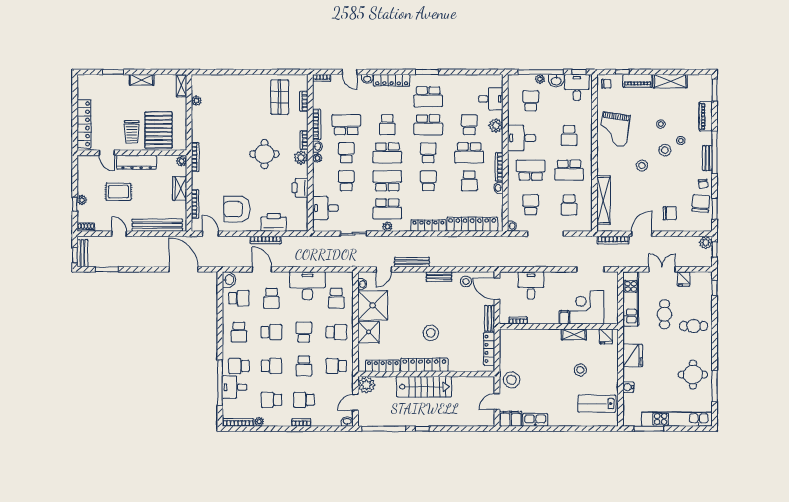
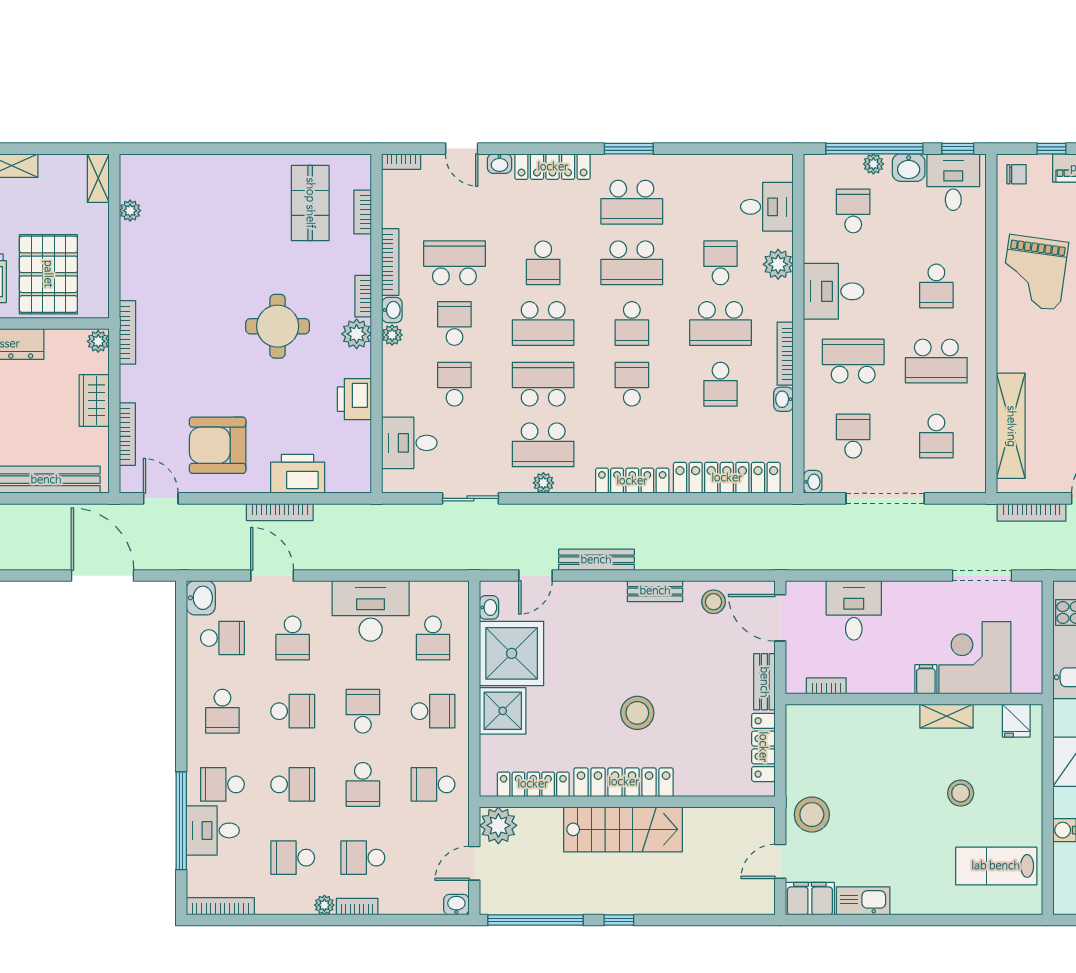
school desk: (428, 153) -> (632, 323), turned 180
plant: (259, 422) -> (324, 905), moved

